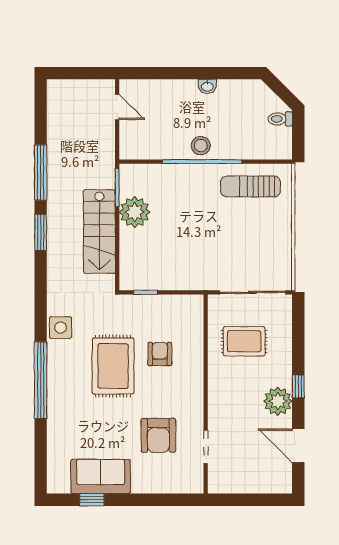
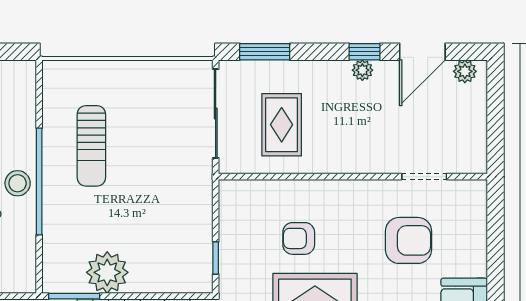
sun lounger: (250, 186) -> (91, 146), moved
window: (298, 329) -> (265, 52), added
window: (298, 386) -> (365, 52), moved
plant: (278, 401) -> (362, 70), width x0.53, depth x0.53
plant: (284, 477) -> (465, 71), added

